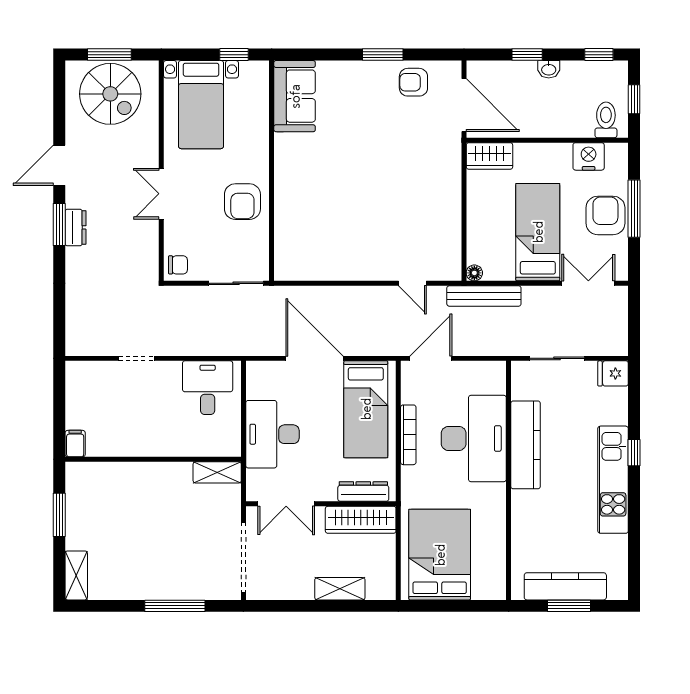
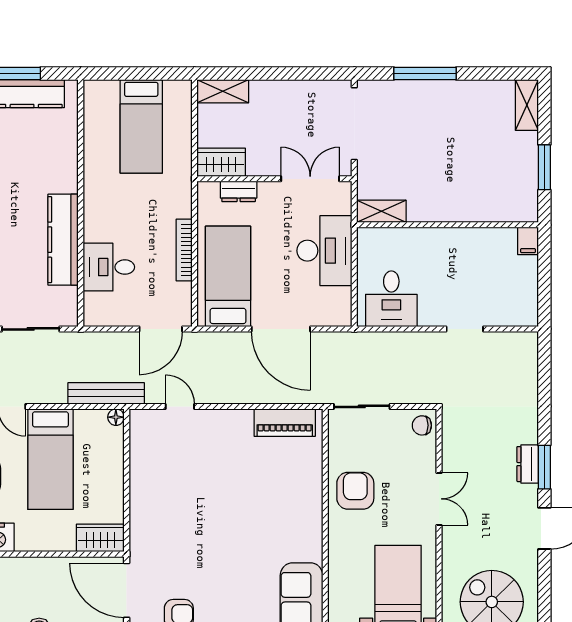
piano: (311, 268) -> (285, 423), added
desk: (474, 438) -> (109, 267), width x0.53, depth x0.77
dresser: (363, 492) -> (239, 191), width x0.70
wardrobe: (361, 520) -> (221, 162), width x0.67
bed: (440, 555) -> (141, 126), width x0.67
shelving: (340, 589) -> (223, 91), moved

